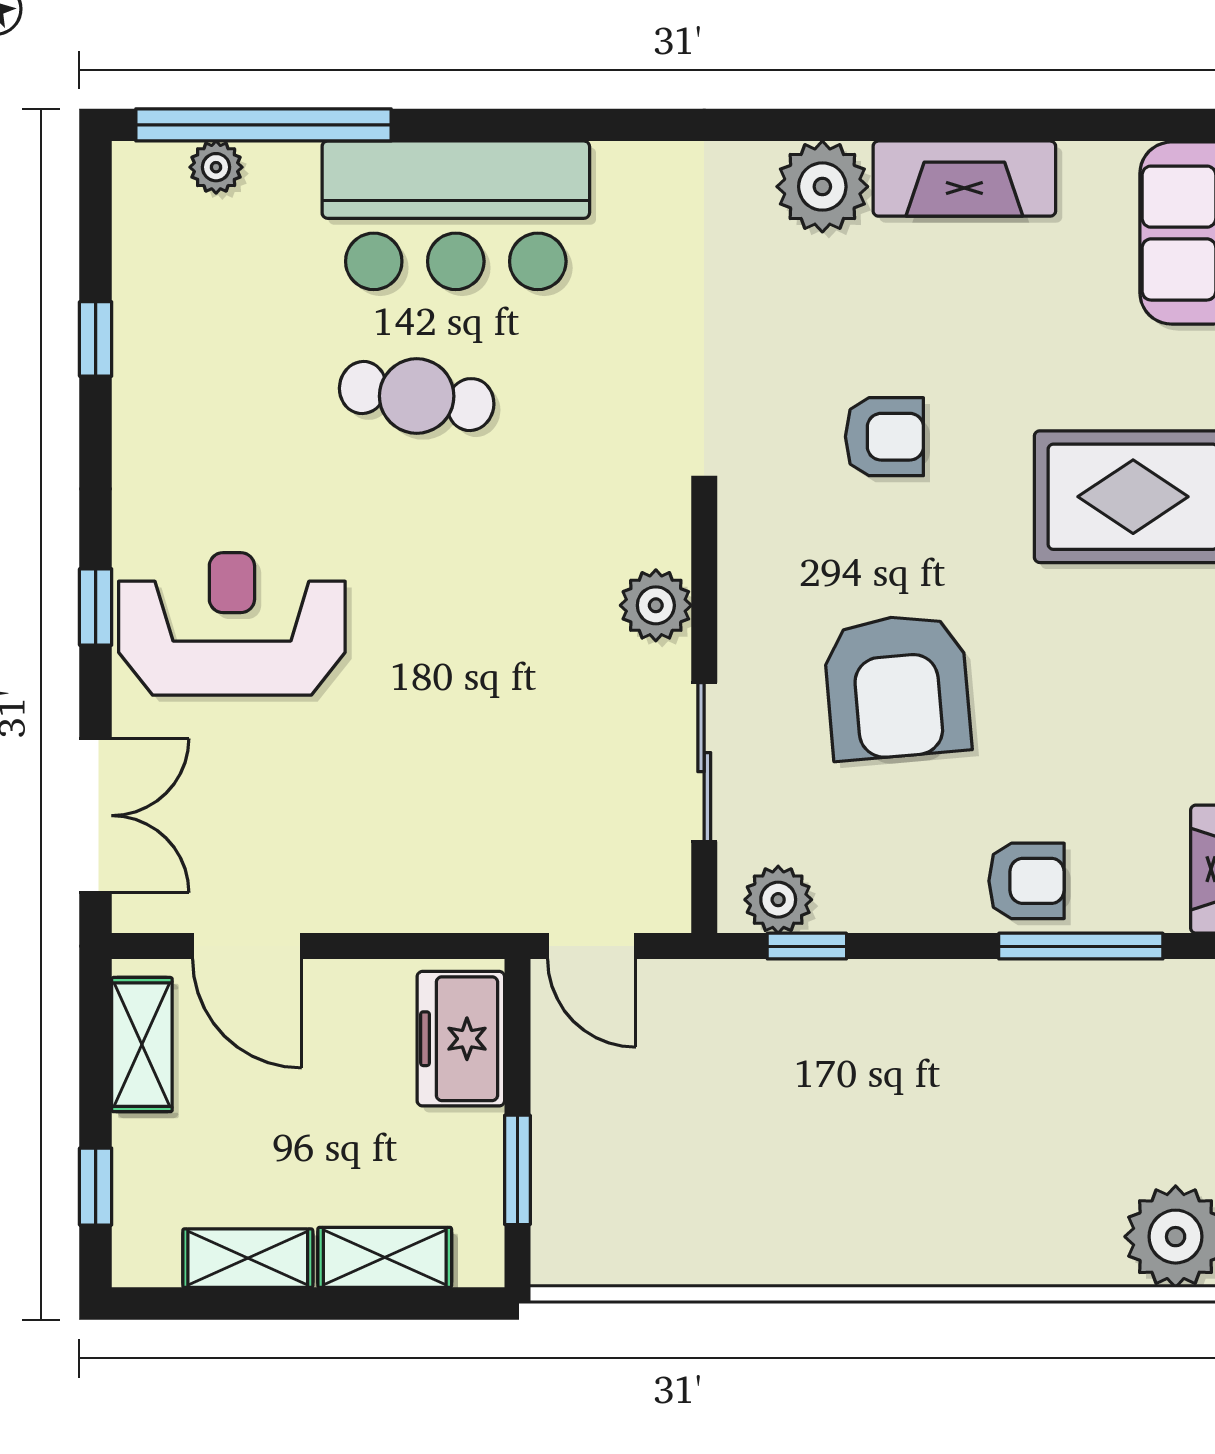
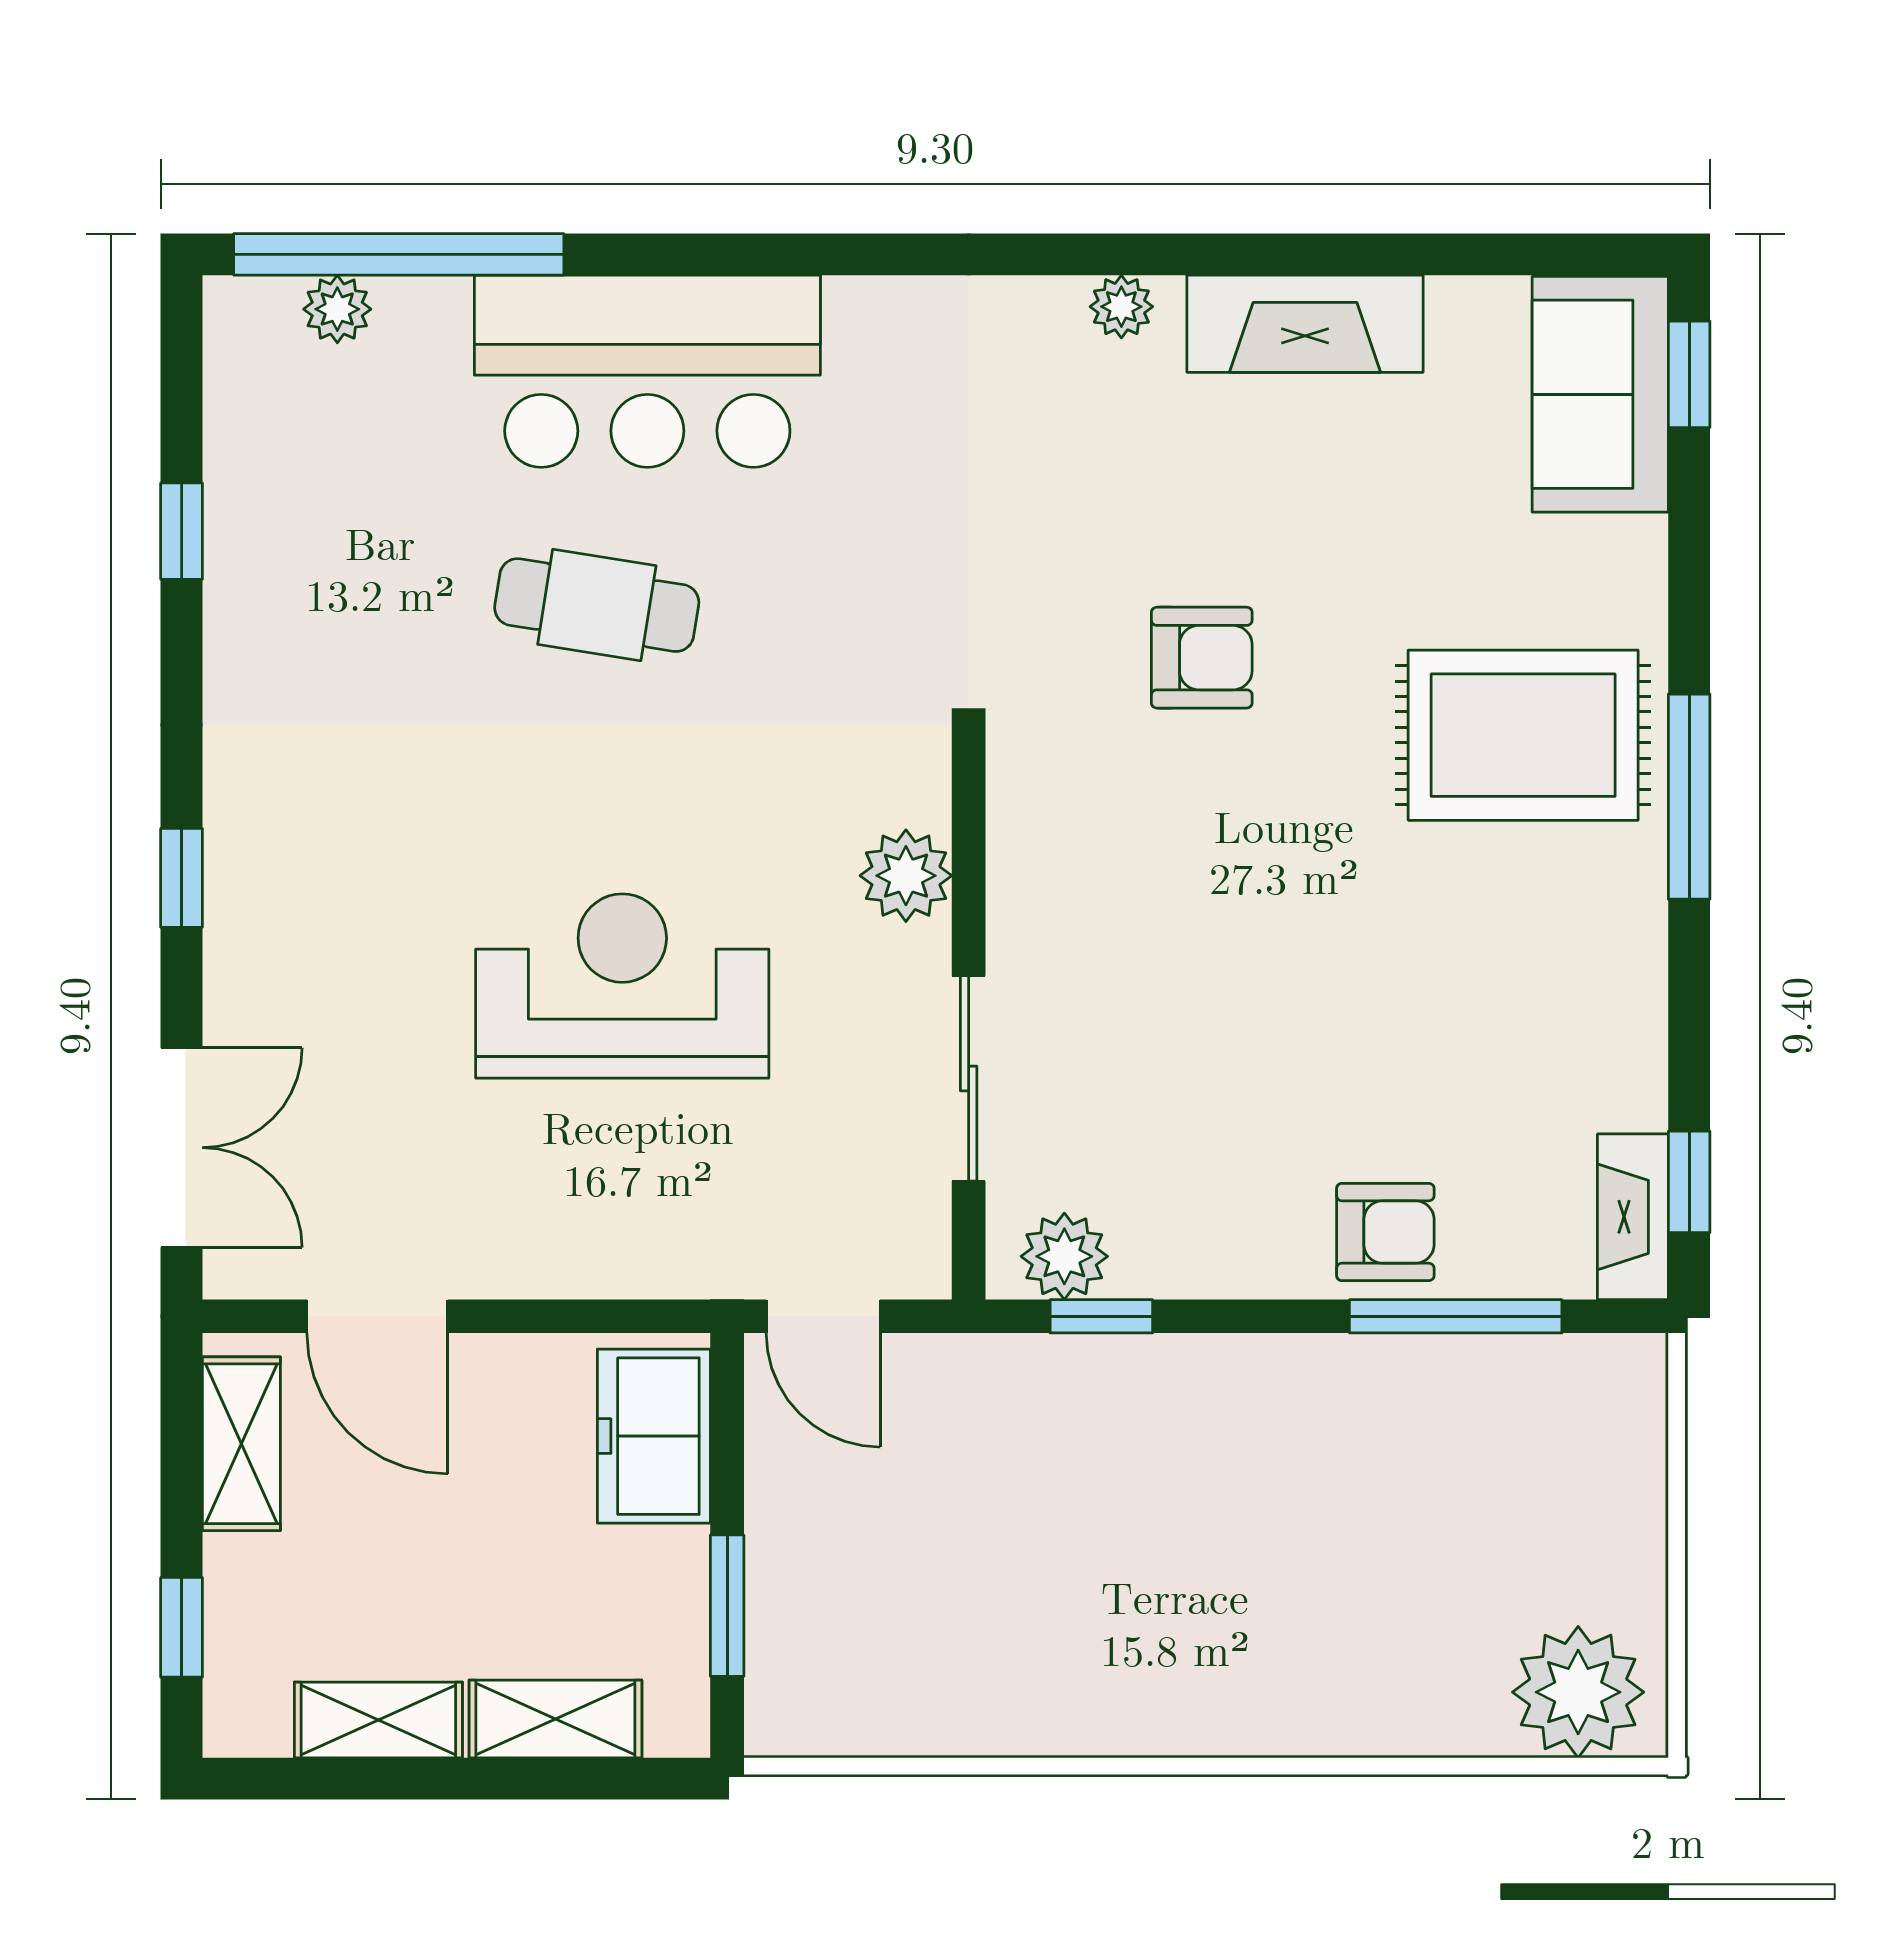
plant: (822, 187) -> (1121, 307), width x0.53, depth x0.53
reception desk: (232, 624) -> (622, 986), moved
armchair: (897, 687) -> (1218, 981), removed

